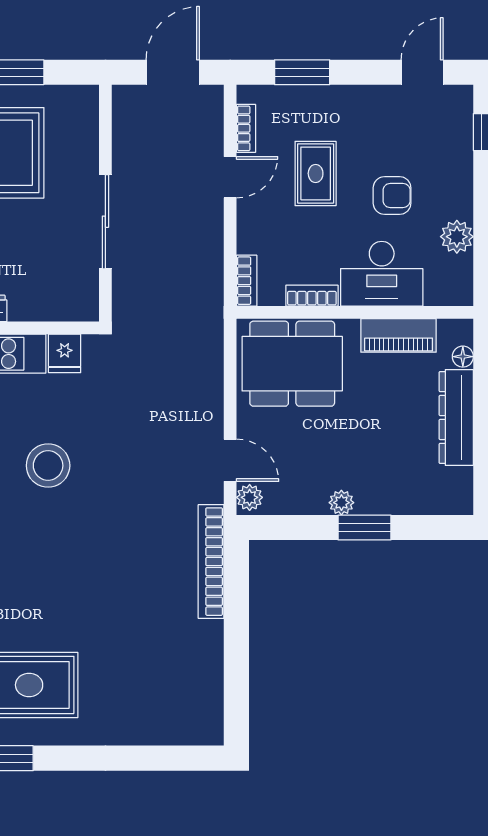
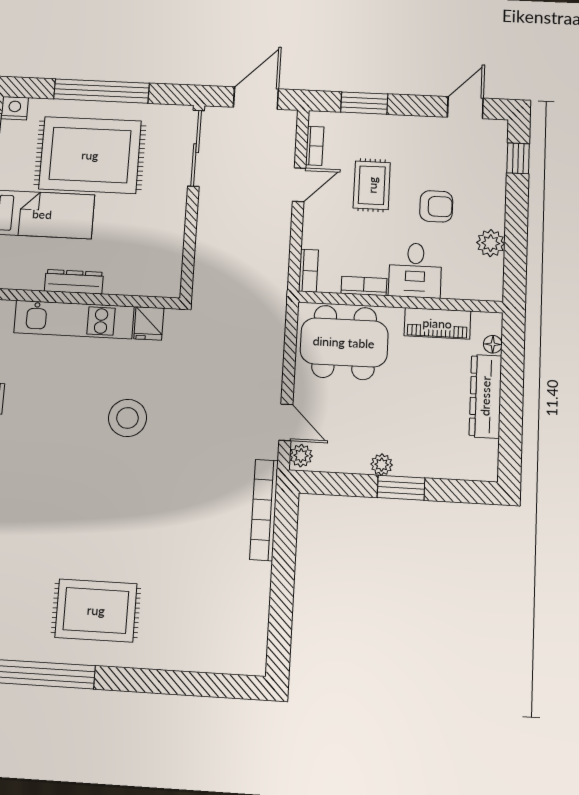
sliding door: (105, 222) -> (196, 148), moved
desk: (382, 274) -> (415, 270), width x0.73

